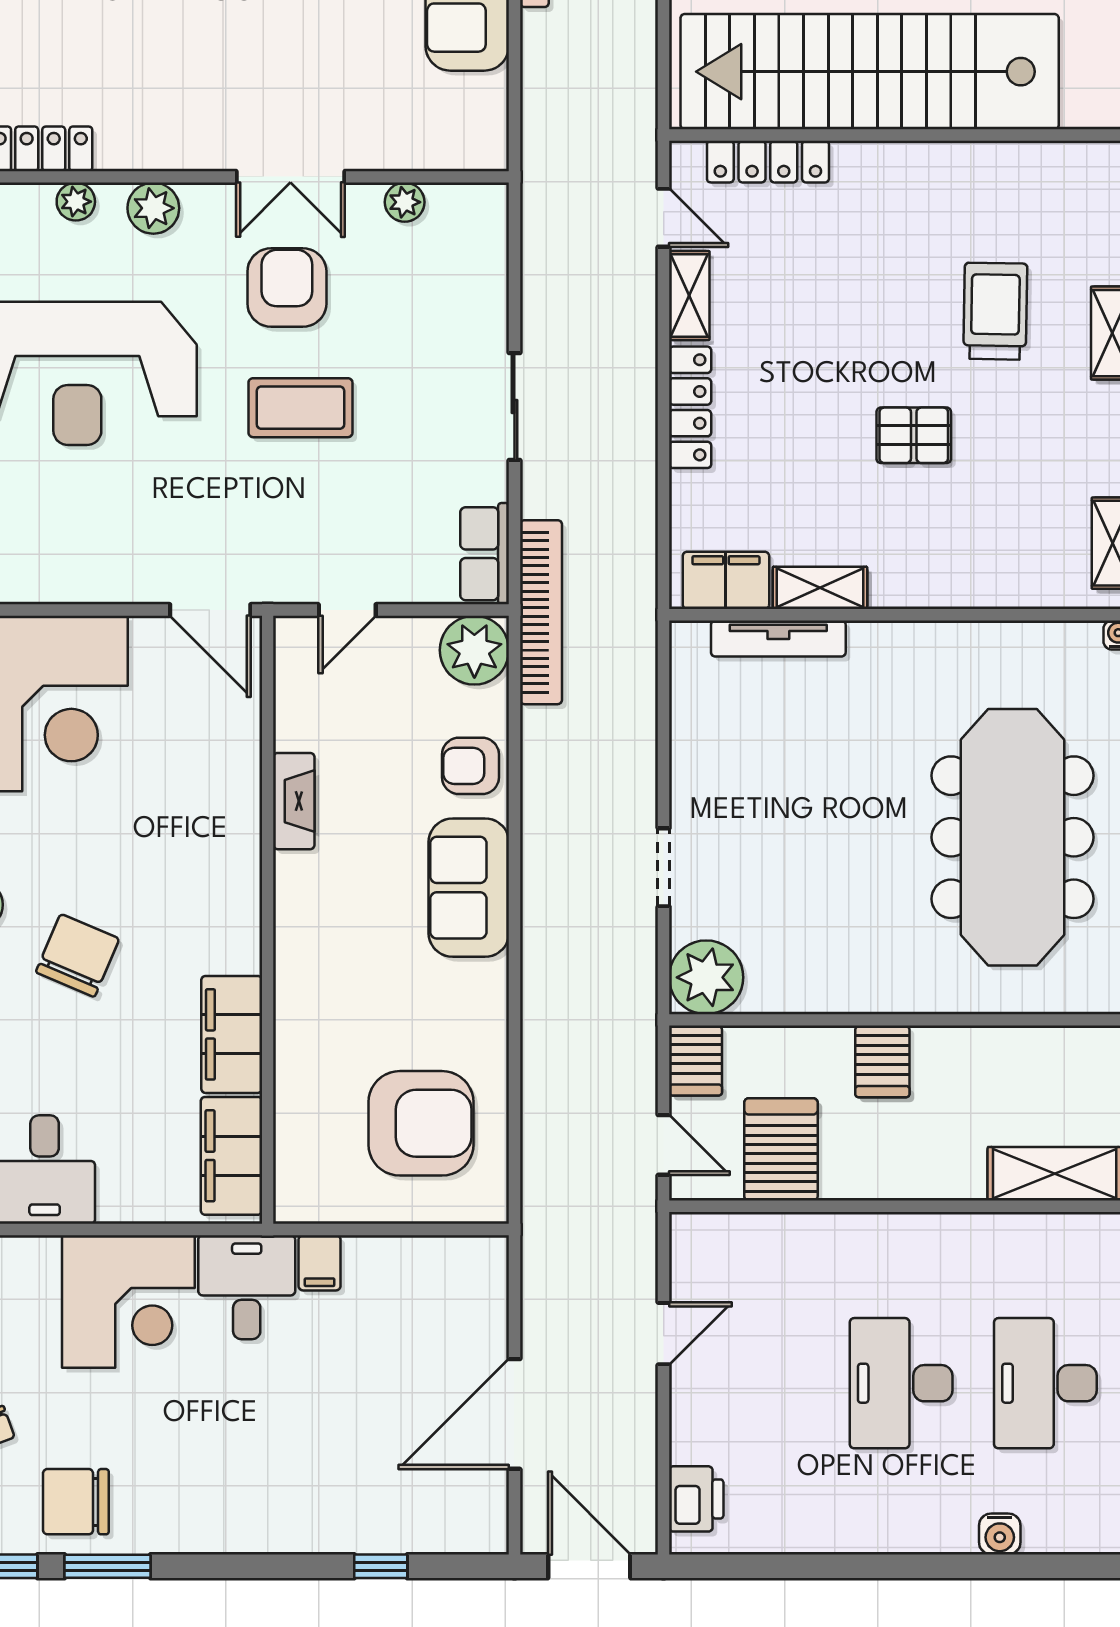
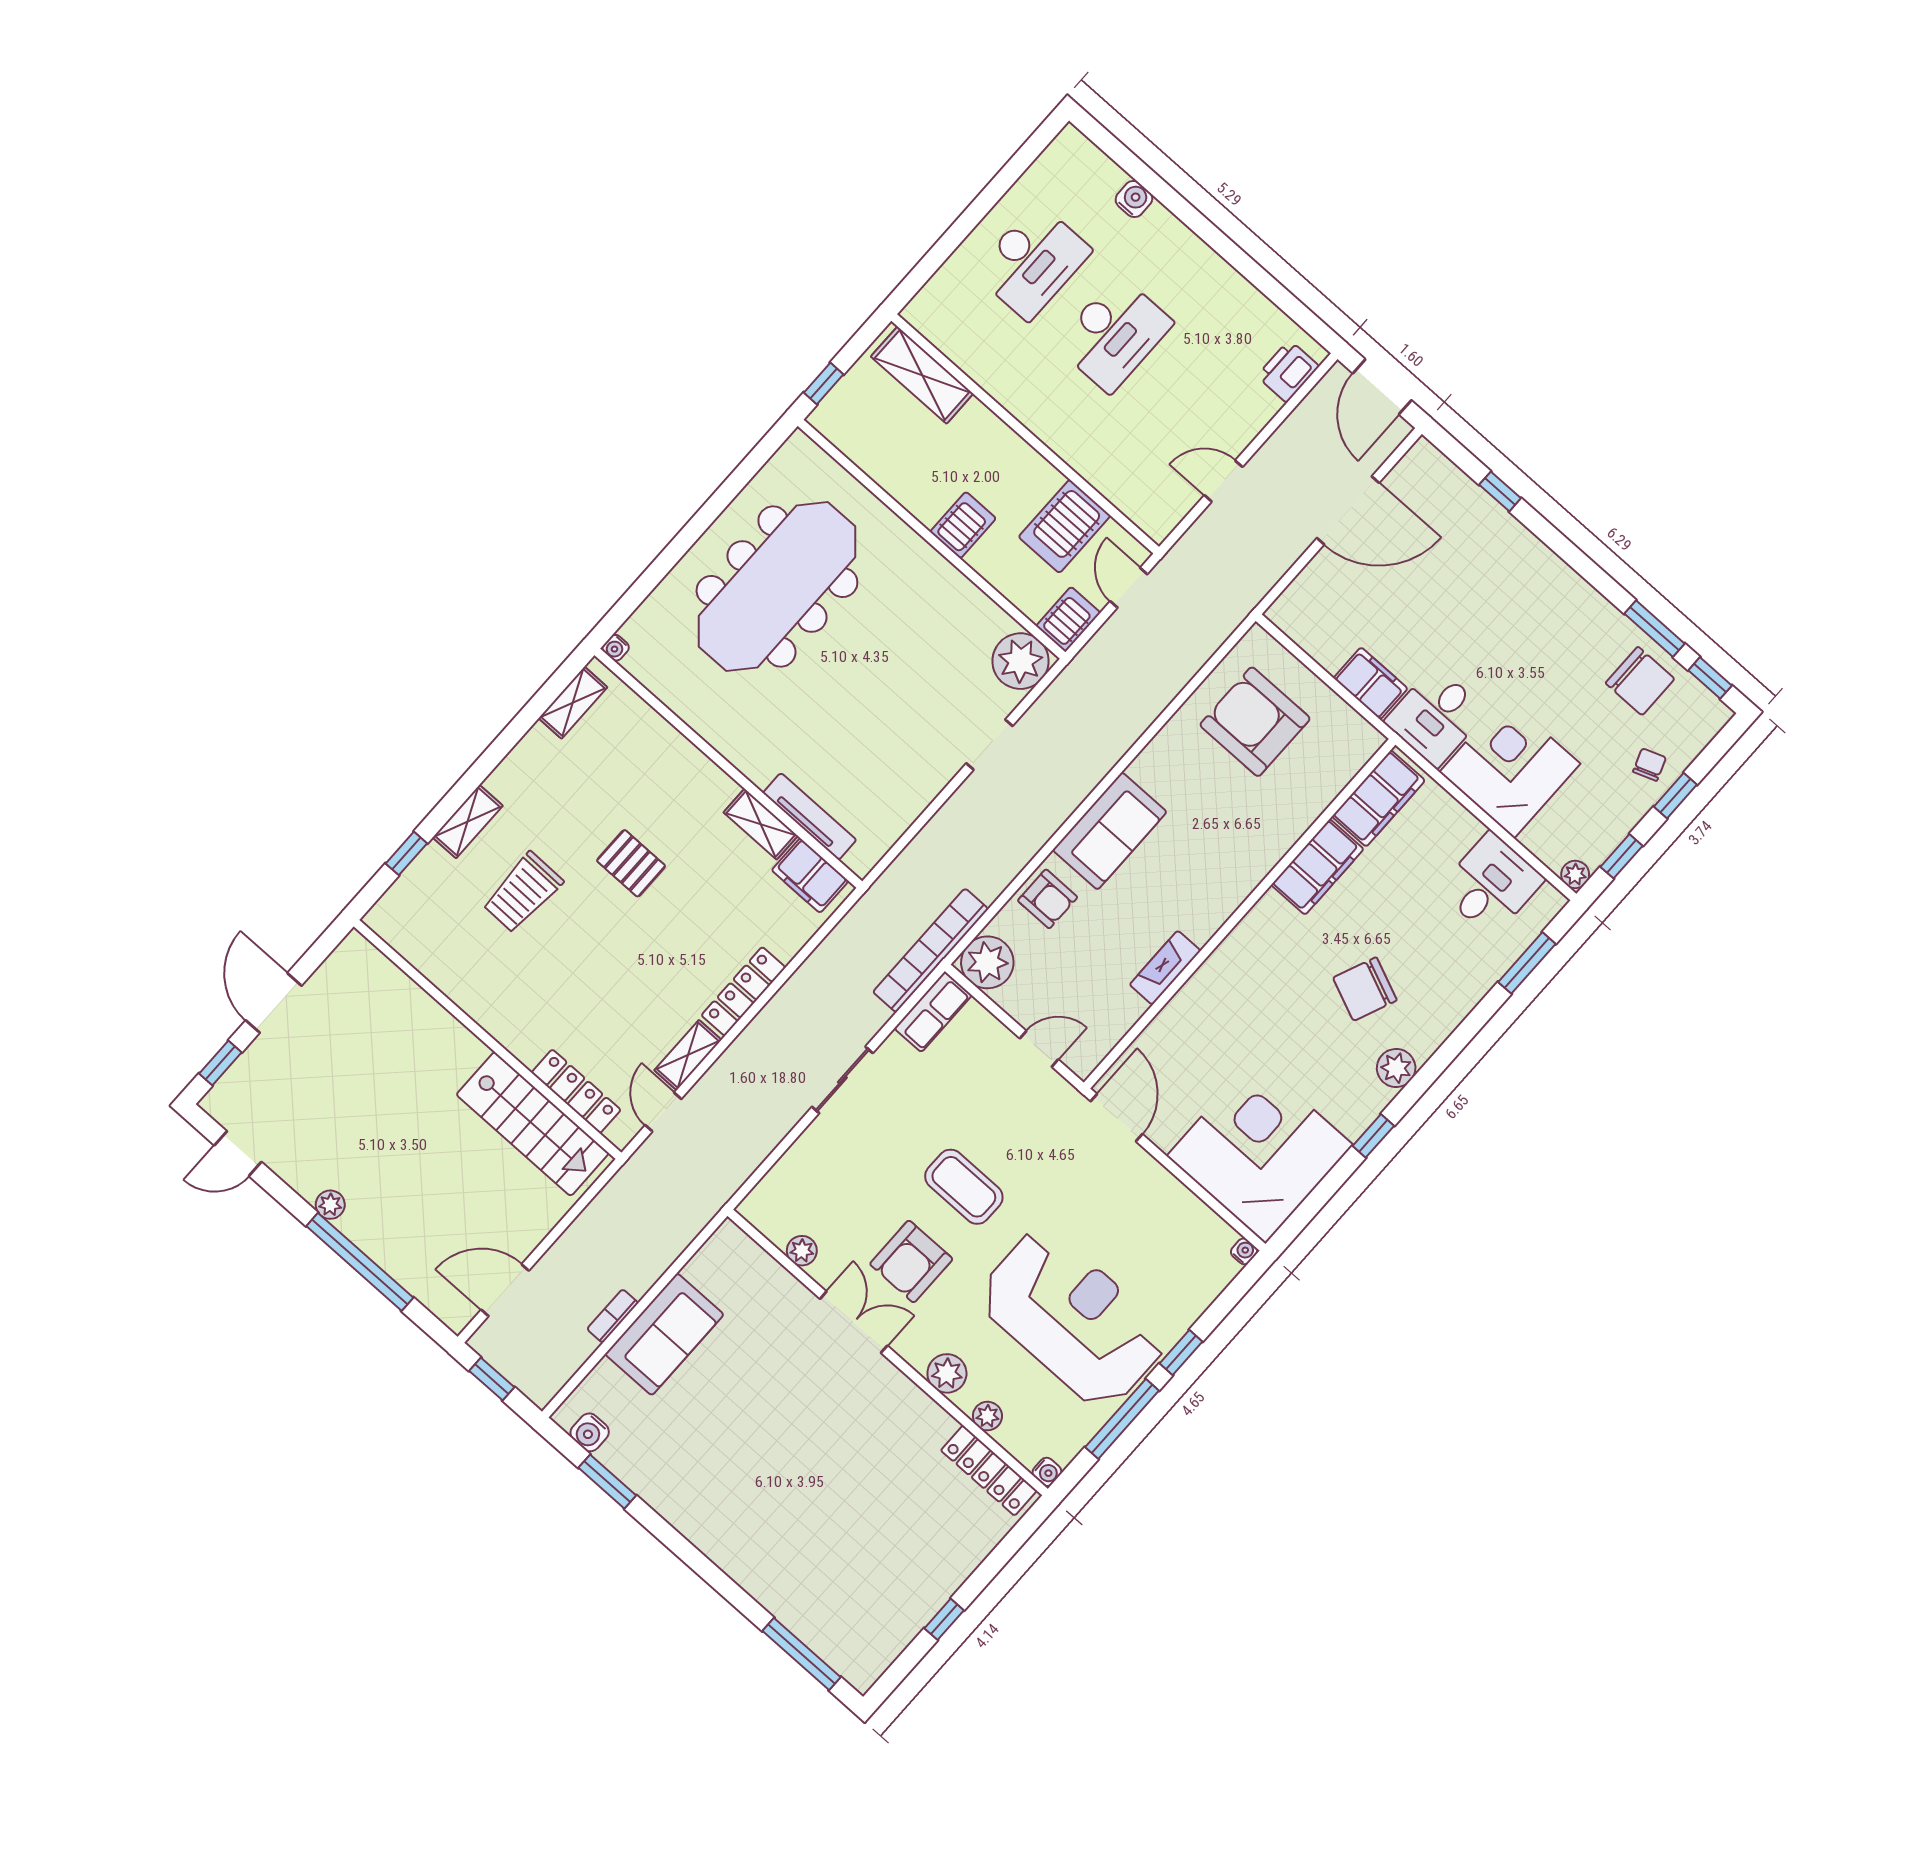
stairs: (870, 72) -> (533, 1124), width x0.54, depth x0.66
filing cabinet: (320, 1263) -> (1371, 683), width x2.00

